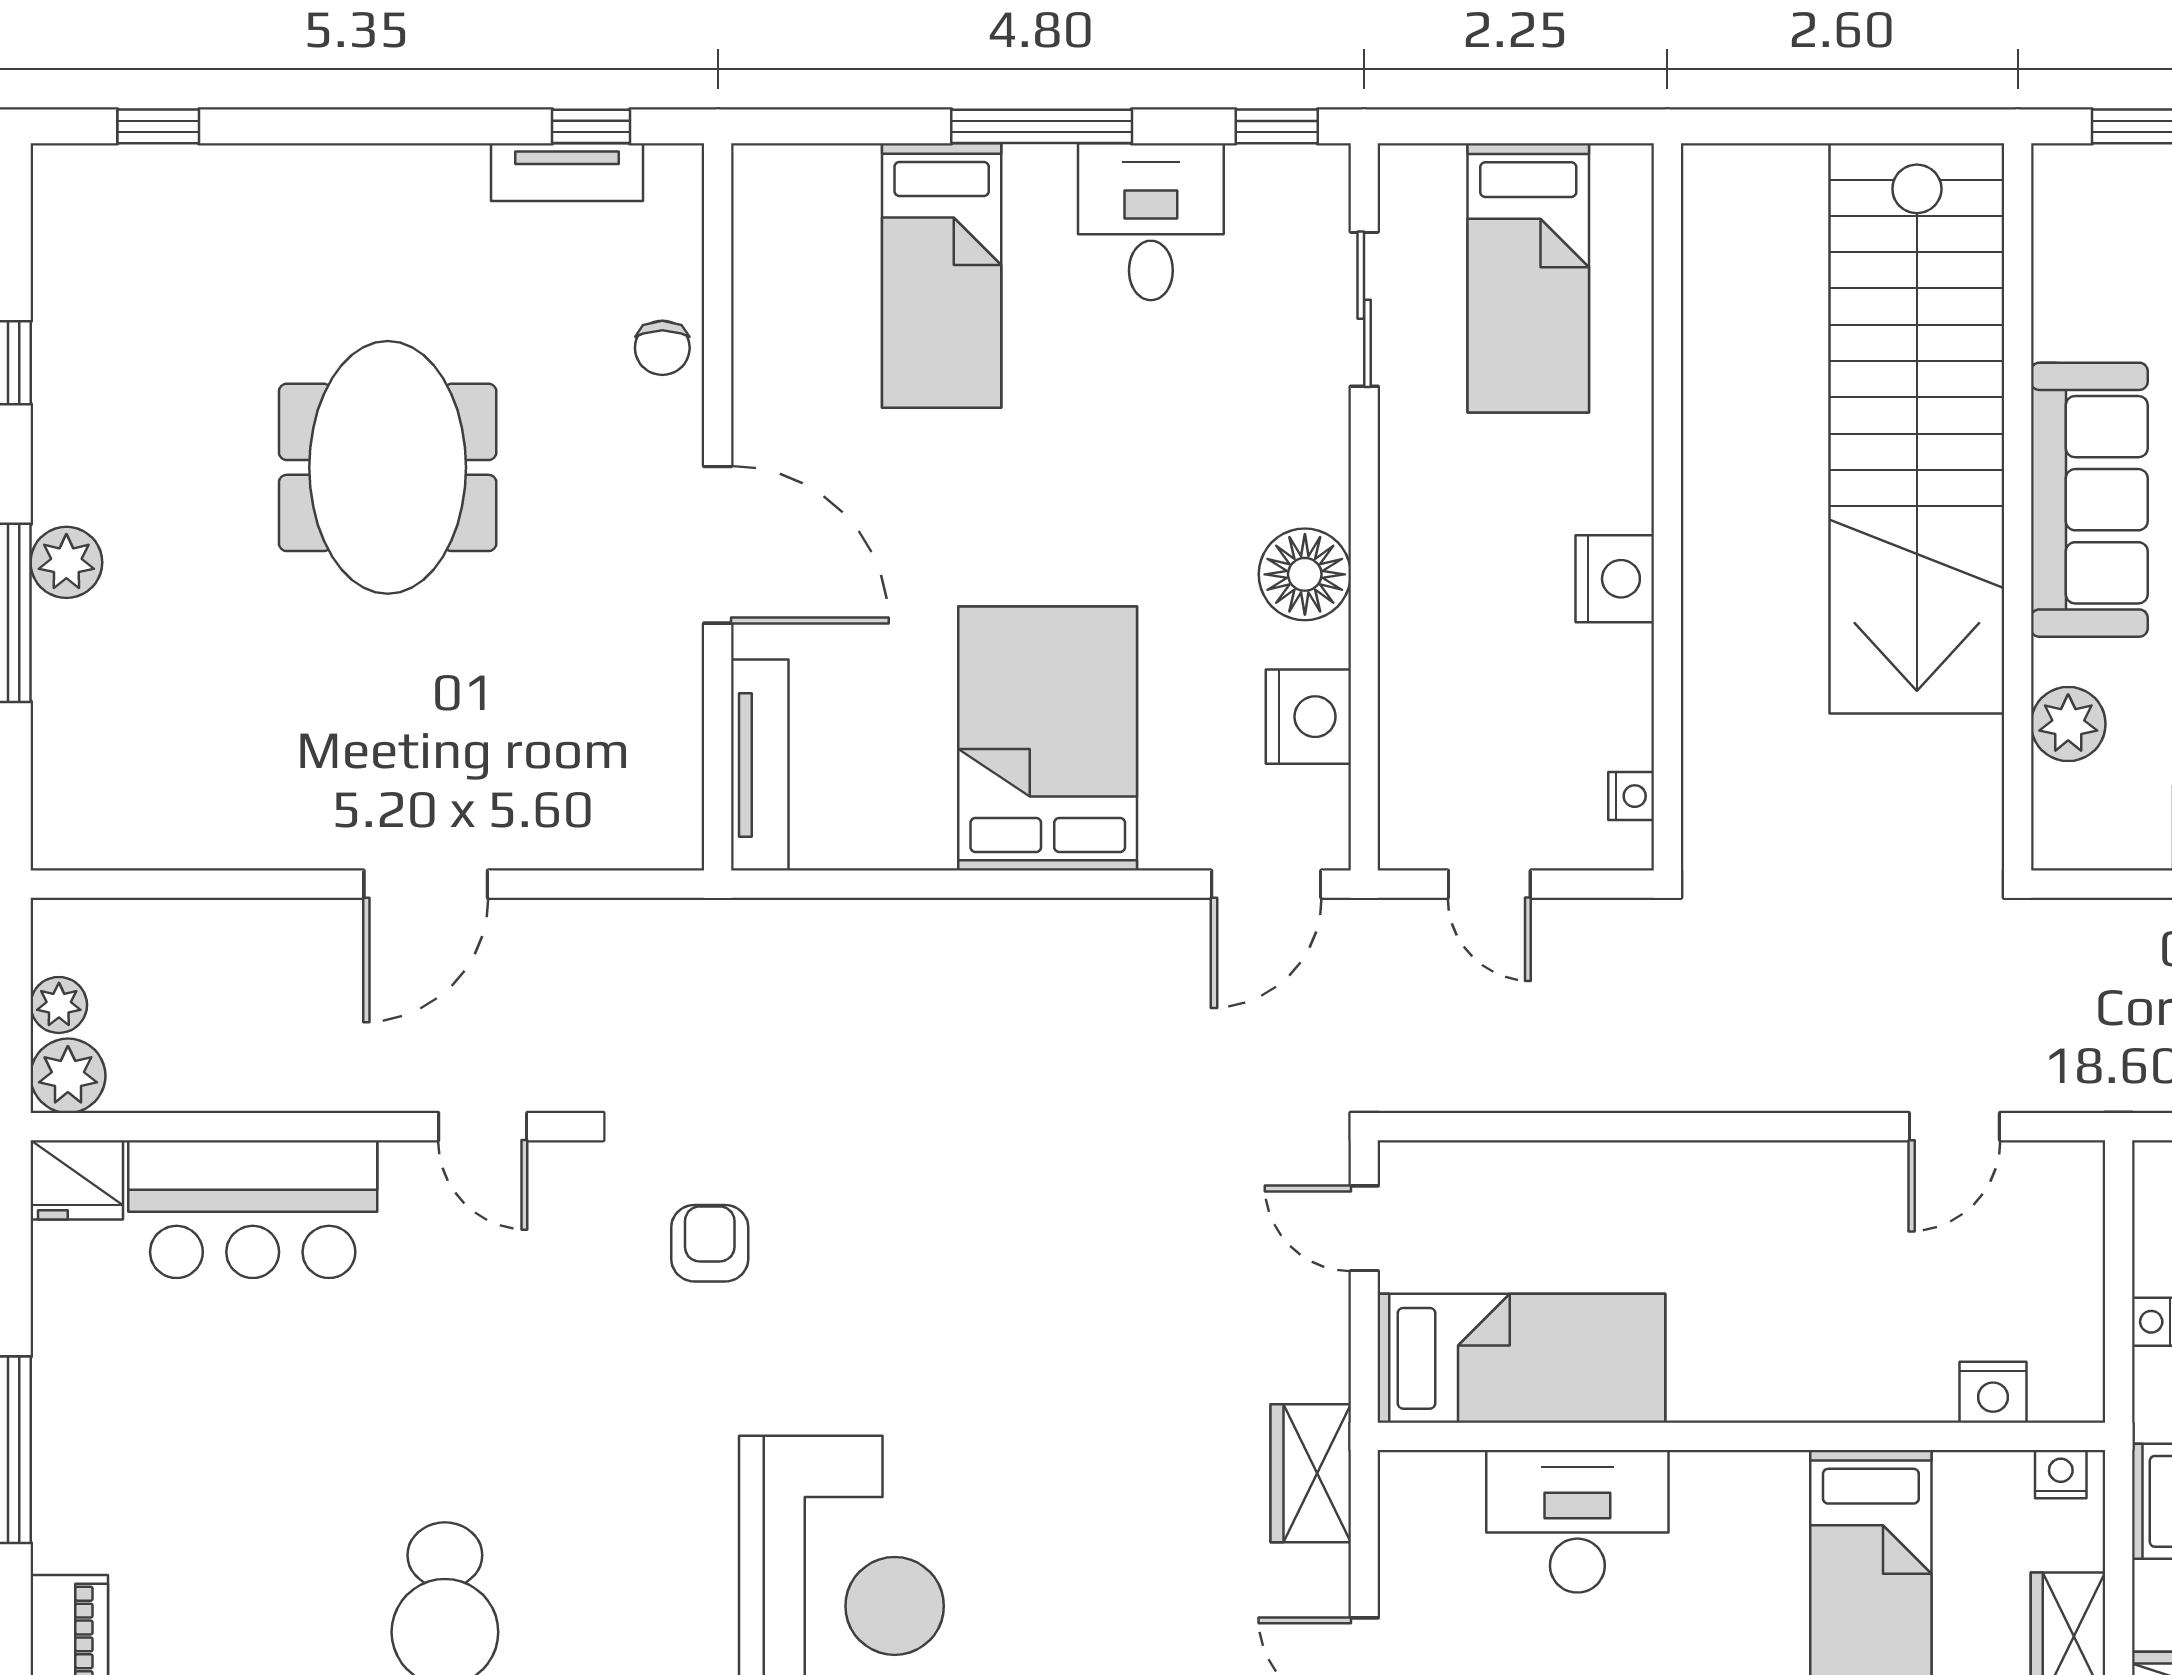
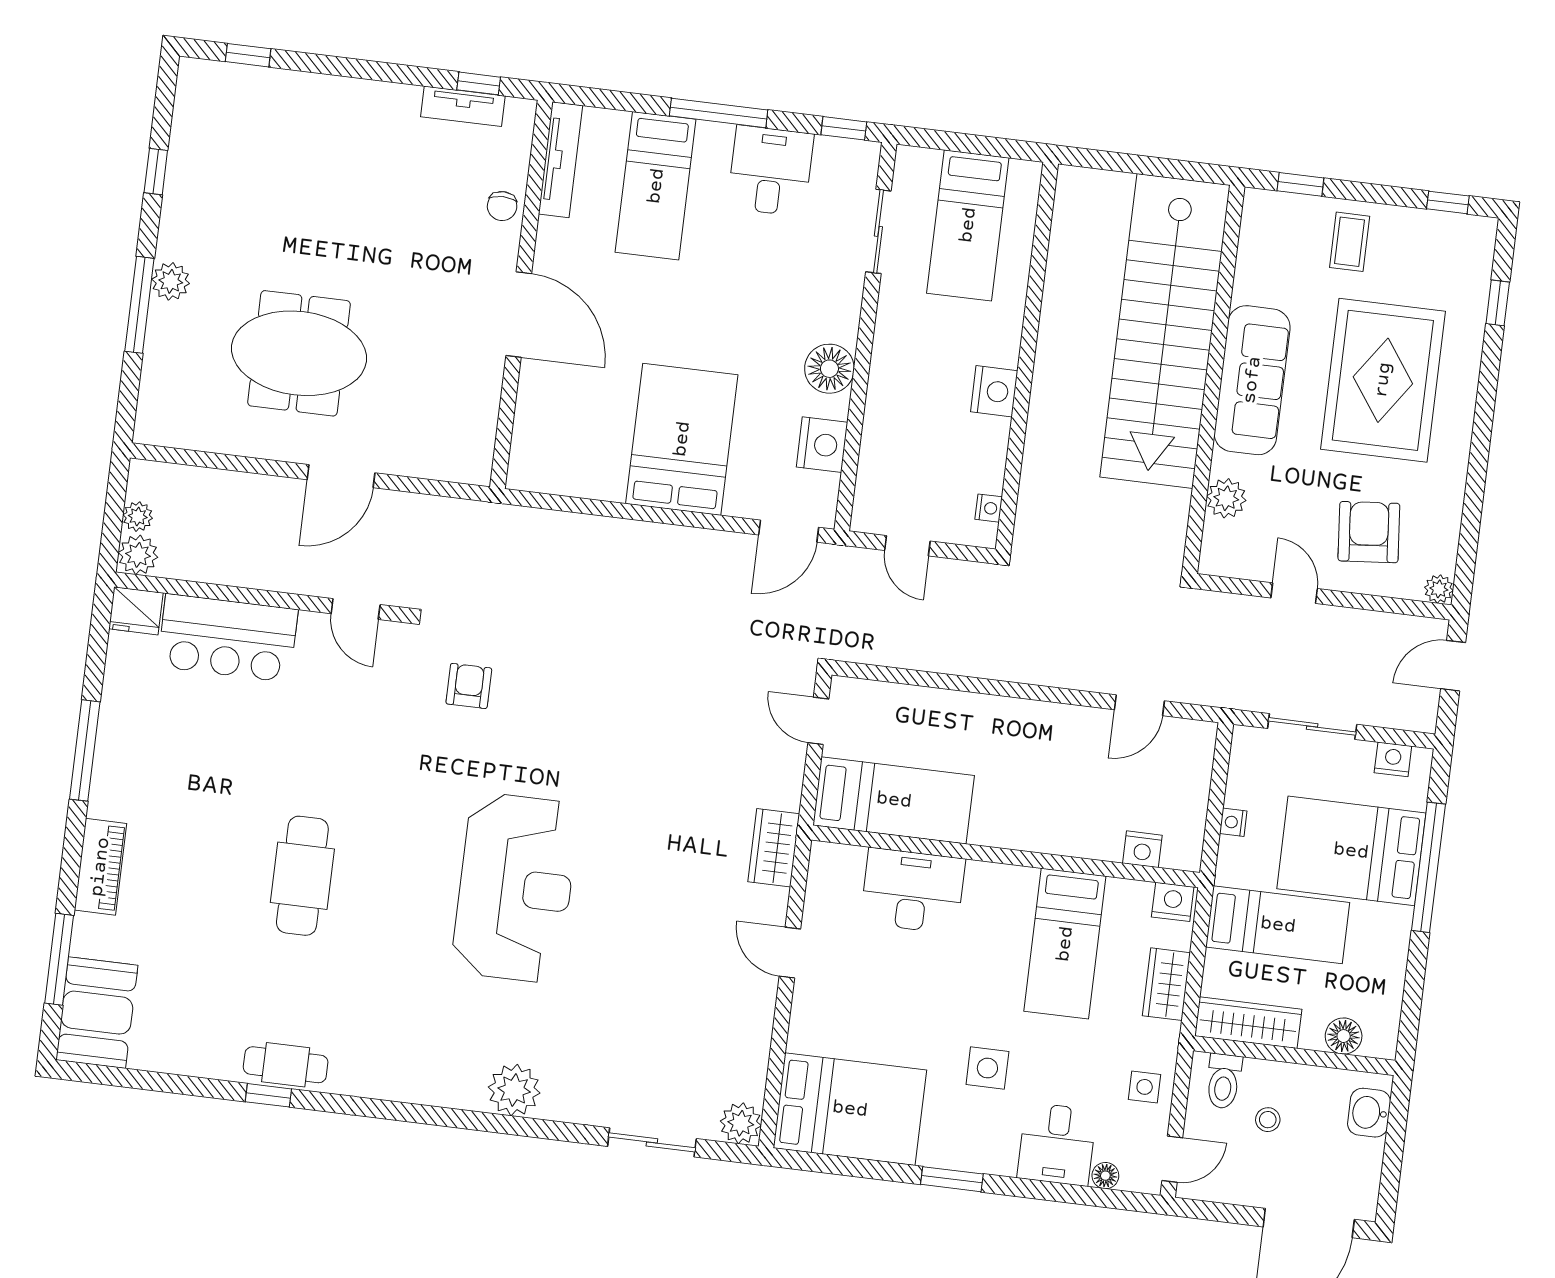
meeting table: (388, 467) -> (299, 353), moved, turned 90
tv unit: (760, 765) -> (560, 160), moved
nightstand: (2061, 1474) -> (1173, 902), width x1.39, depth x1.35

